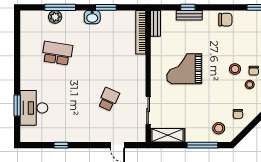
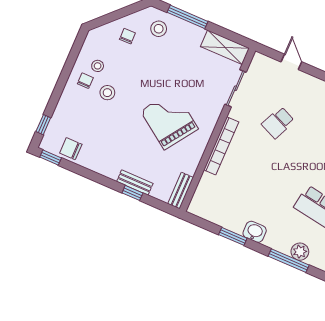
chair: (225, 20) -> (71, 149), moved
bookcase: (141, 32) -> (221, 146), moved
grand piano: (184, 69) -> (169, 120), turned -145

